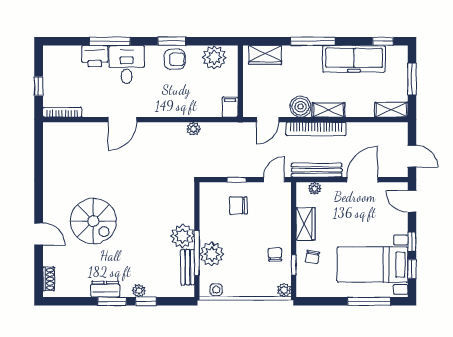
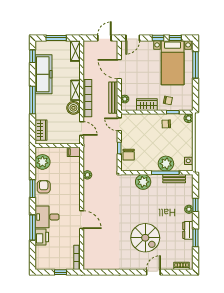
chair: (238, 206) -> (129, 155), moved
spiral stairs: (93, 221) -> (145, 238), turned 90
plant: (183, 236) -> (143, 182), moved
window: (112, 301) -> (196, 238), moved

